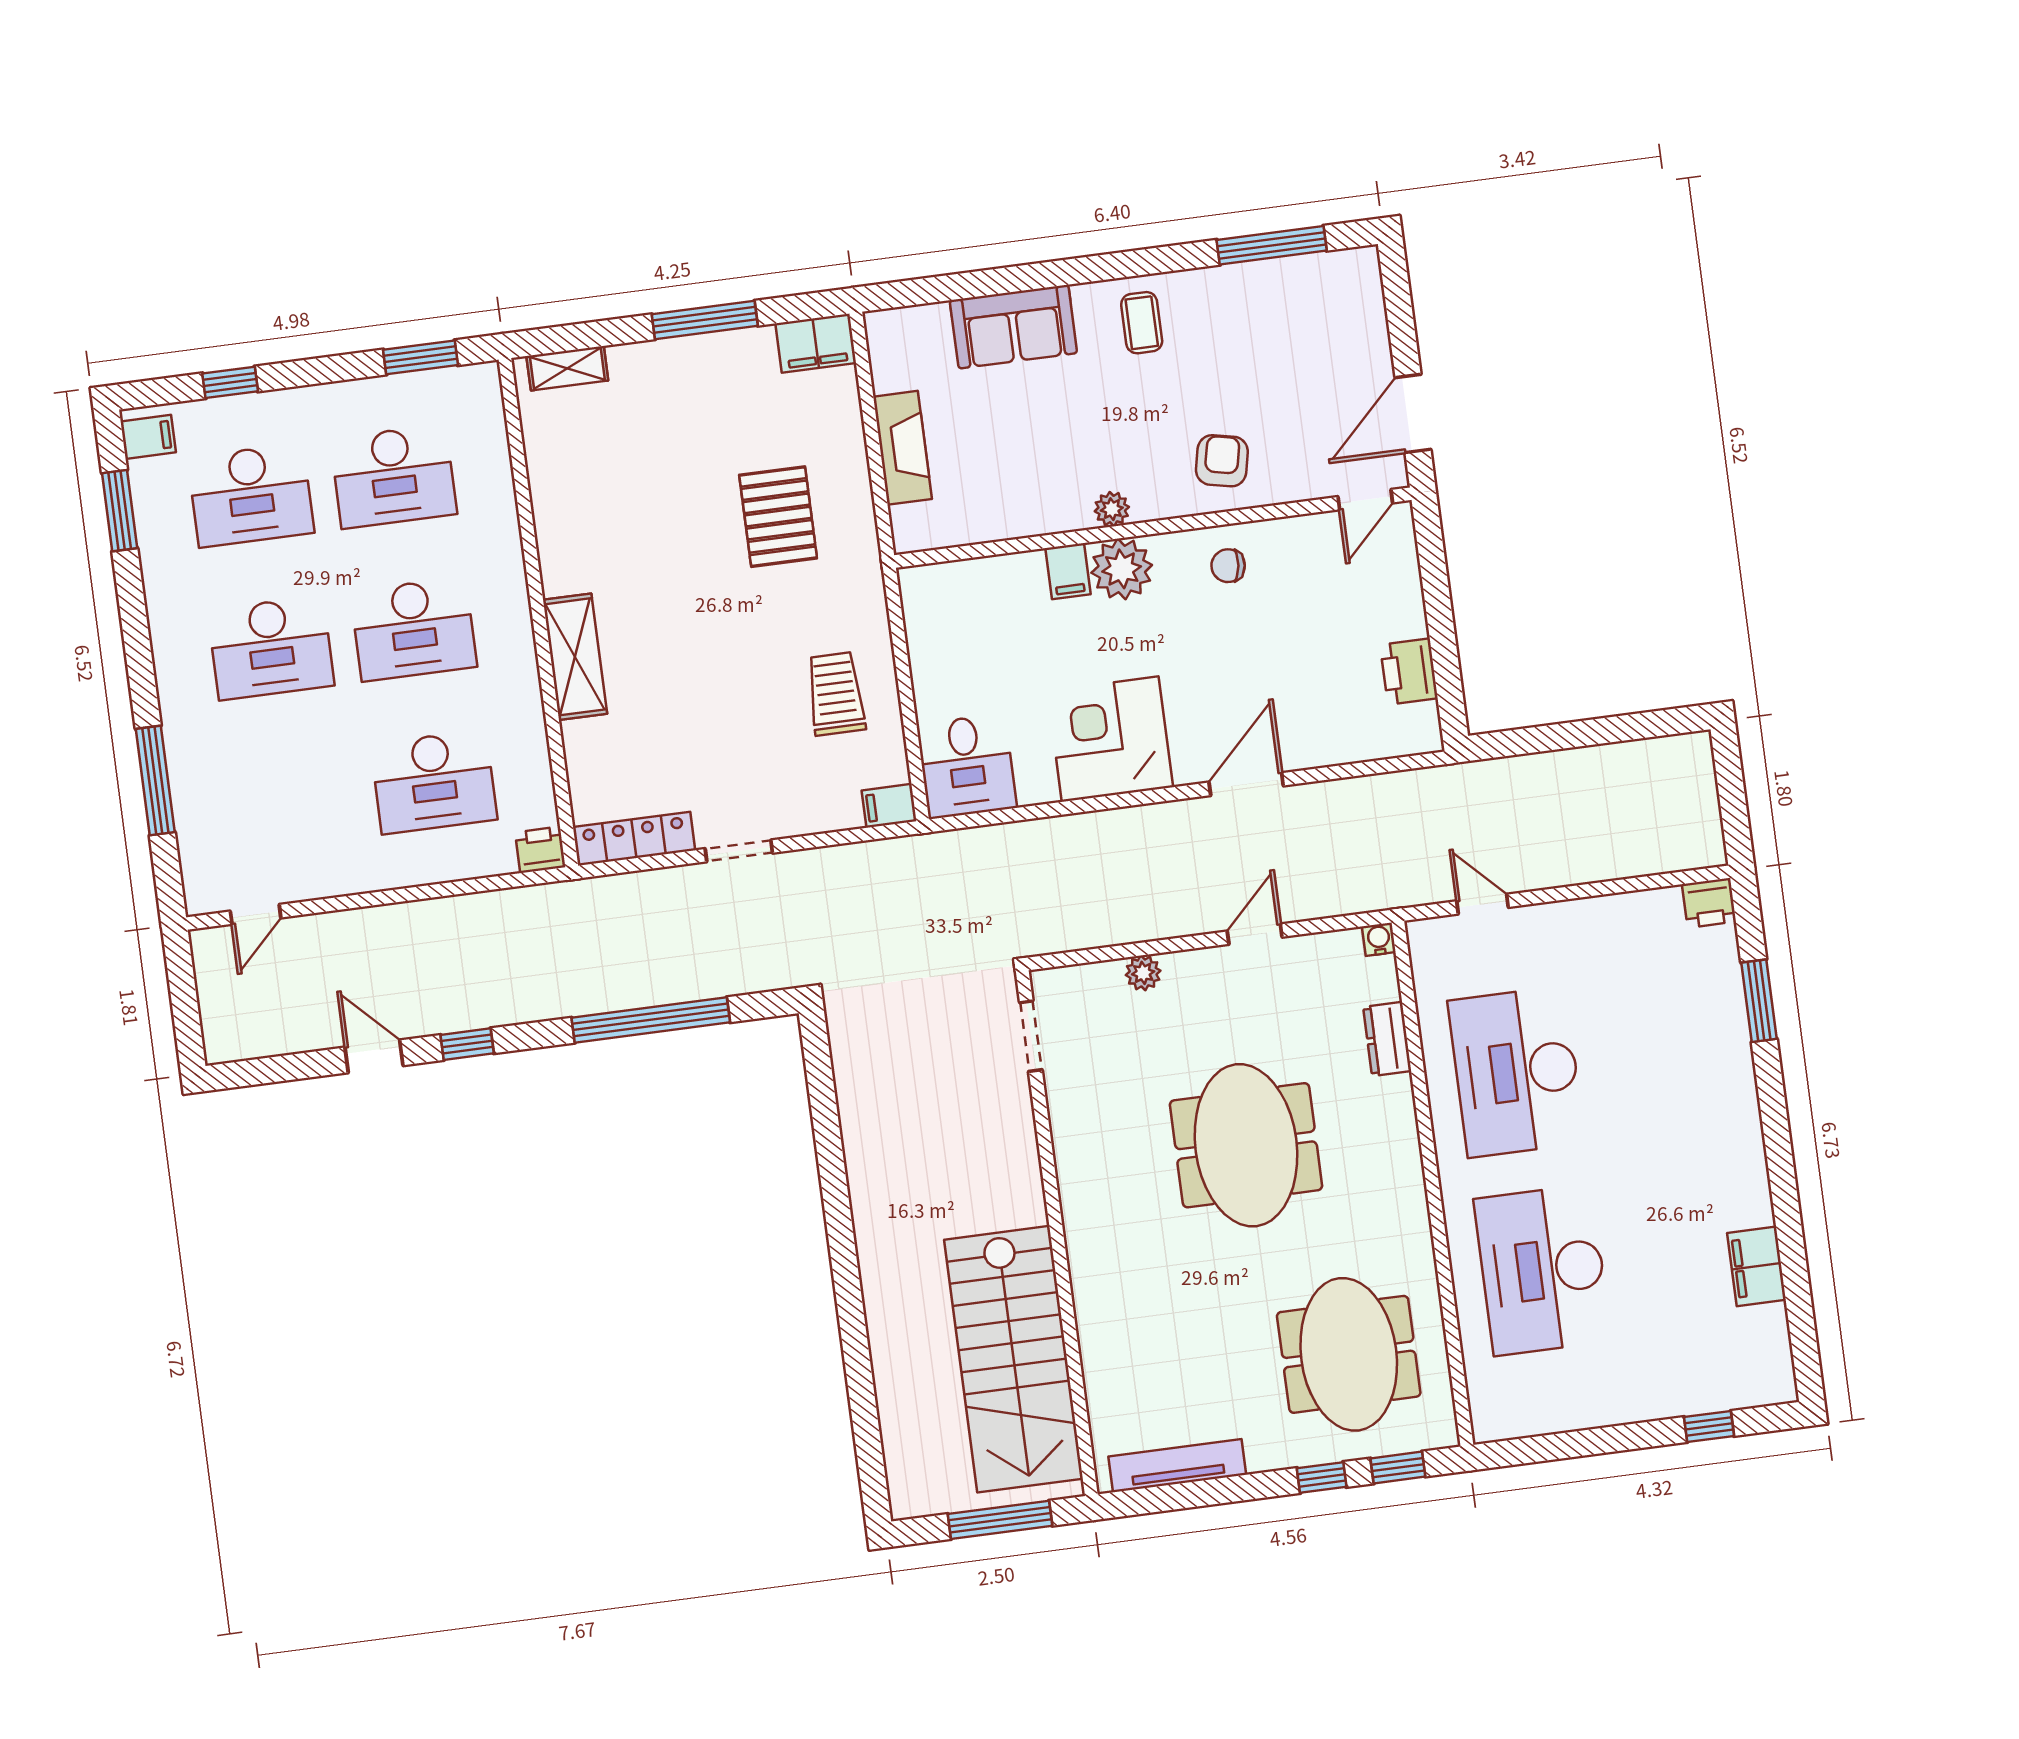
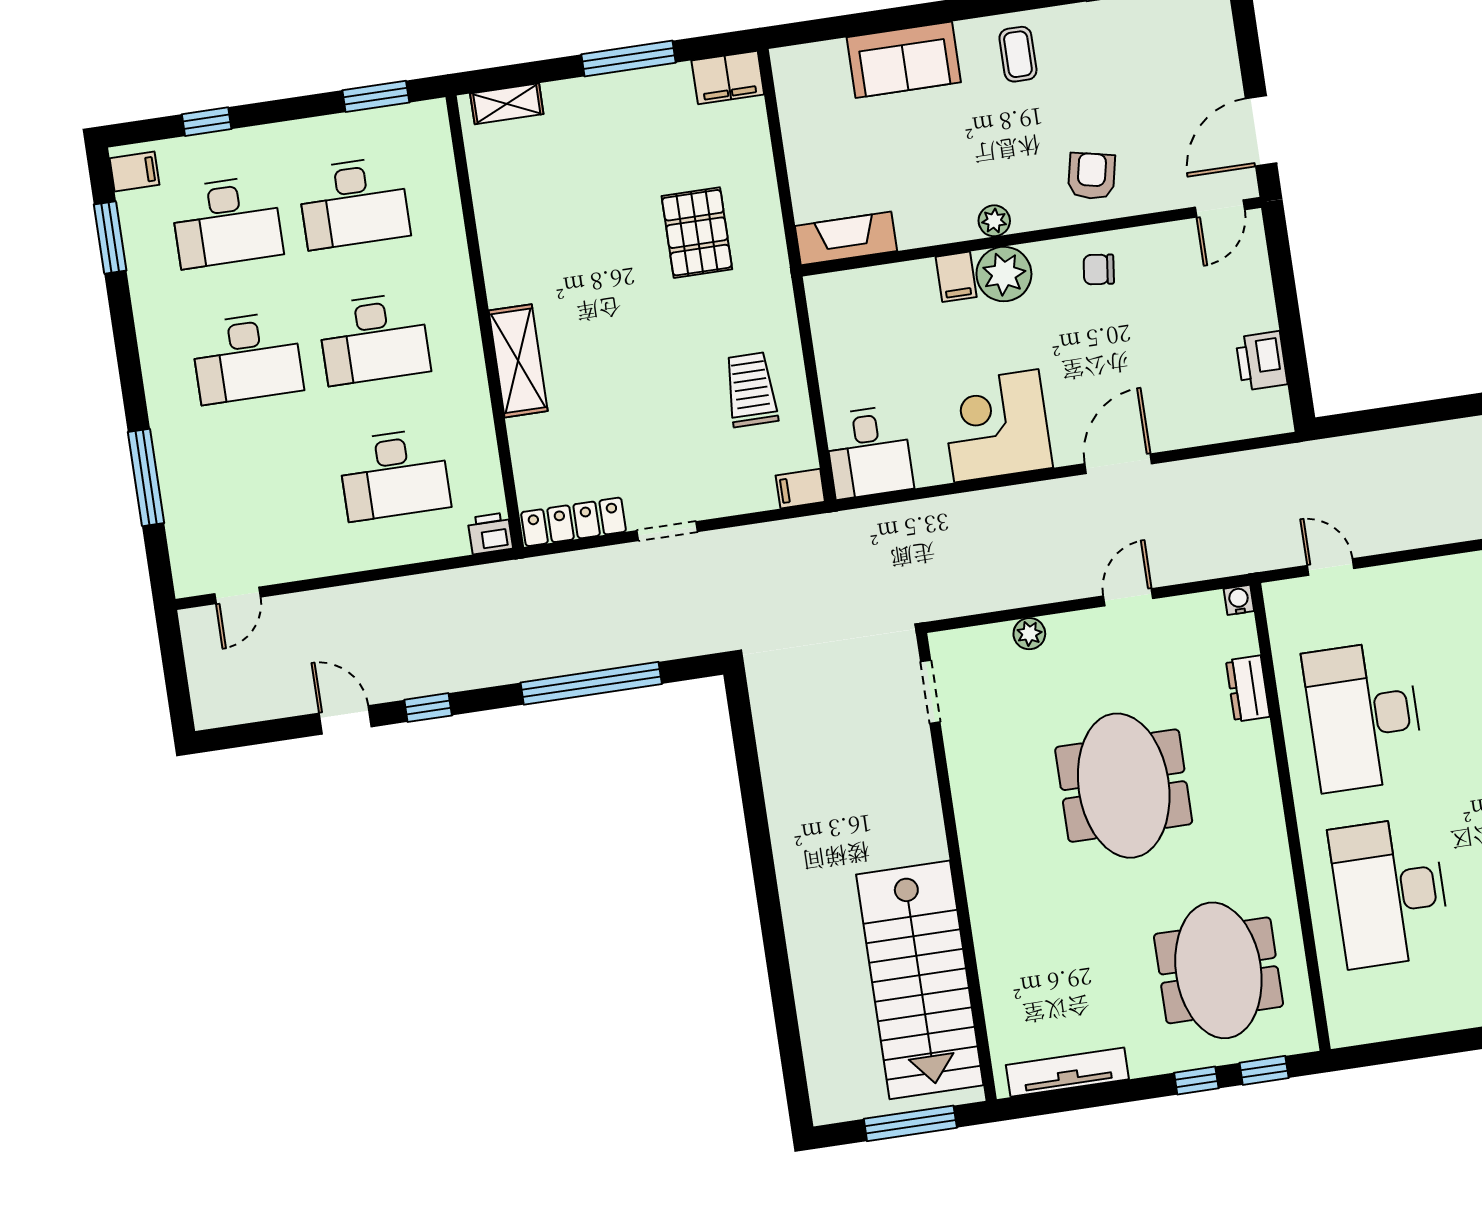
fireplace: (903, 448) -> (846, 238), moved, turned -90

